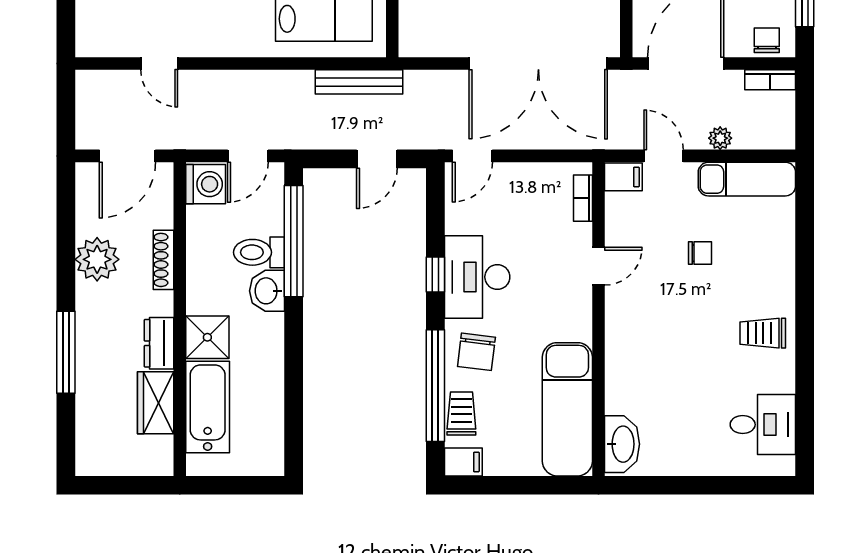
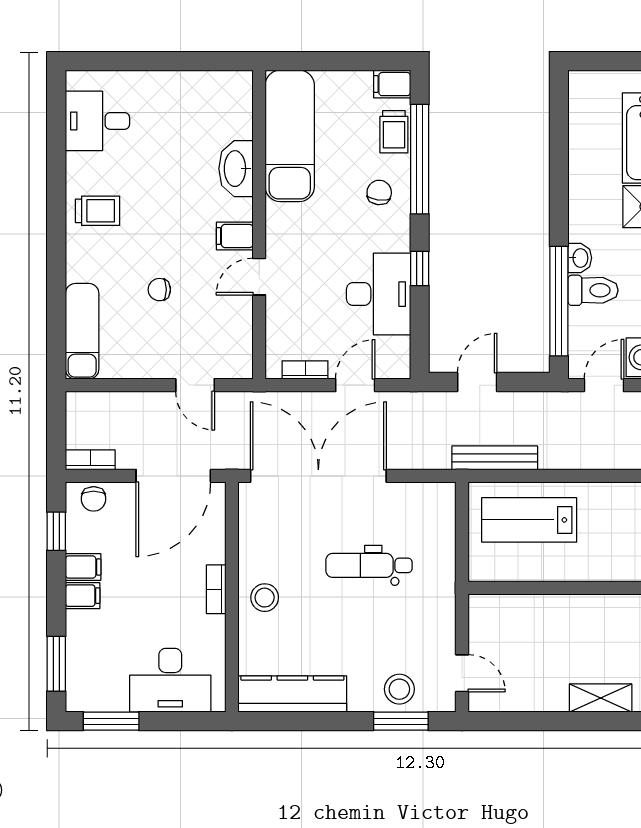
plant: (720, 138) -> (139, 402), removed
door: (472, 156) -> (355, 385), moved
filing cabinet: (623, 177) -> (235, 236), moved
exam couch: (747, 179) -> (82, 331), moved, turned 90
bookcase: (583, 198) -> (305, 370), moved, turned -90
desk: (477, 277) -> (378, 294), moved
washbasin: (267, 291) -> (580, 258), width x0.72, depth x0.69
chair: (476, 352) -> (379, 192), width x0.73, depth x0.73
washbasin: (622, 444) -> (236, 169), moved

